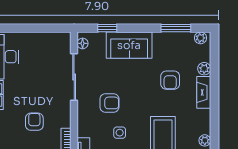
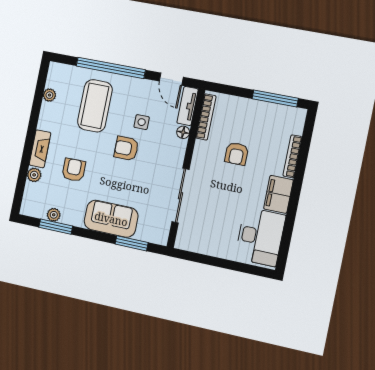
window: (107, 28) -> (132, 243), width x1.50
plant: (200, 38) -> (54, 215), moved
floor lamp: (83, 43) -> (183, 132), moved
armchair: (109, 103) -> (126, 148), moved

